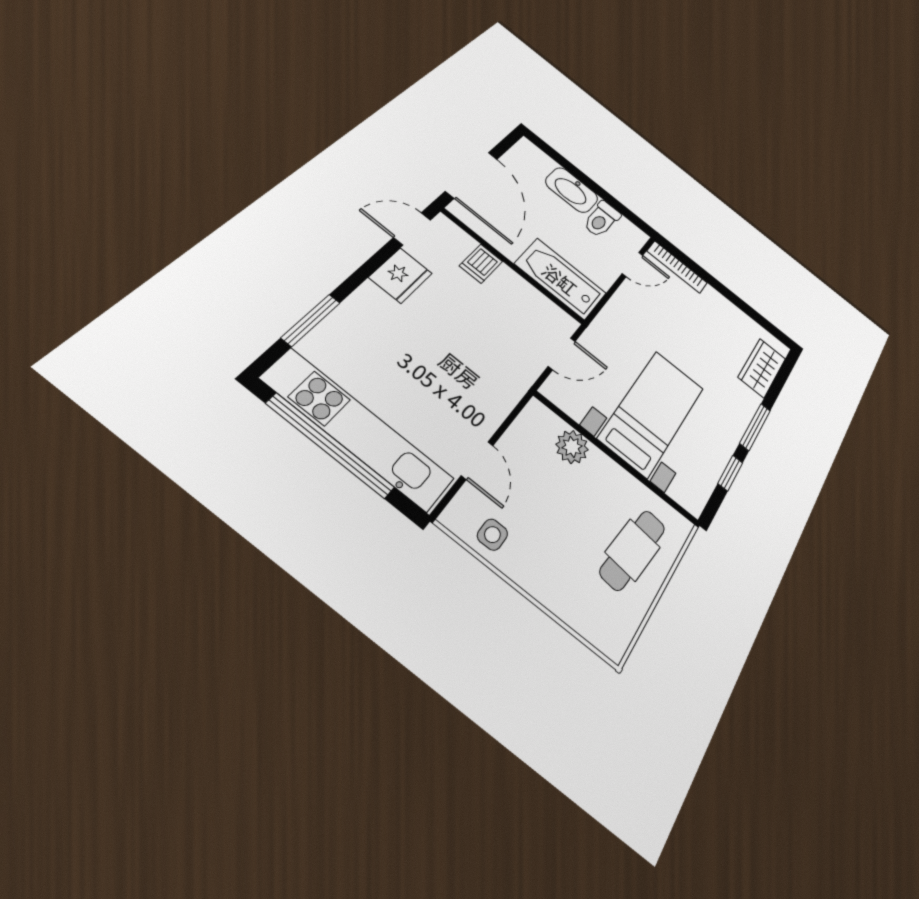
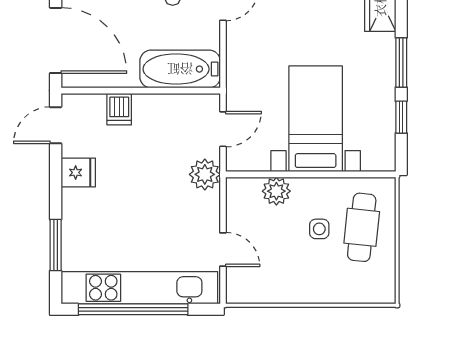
fridge: (401, 275) -> (78, 173), width x0.72
plant: (515, 377) -> (205, 174), added
side table: (492, 535) -> (319, 229), moved

